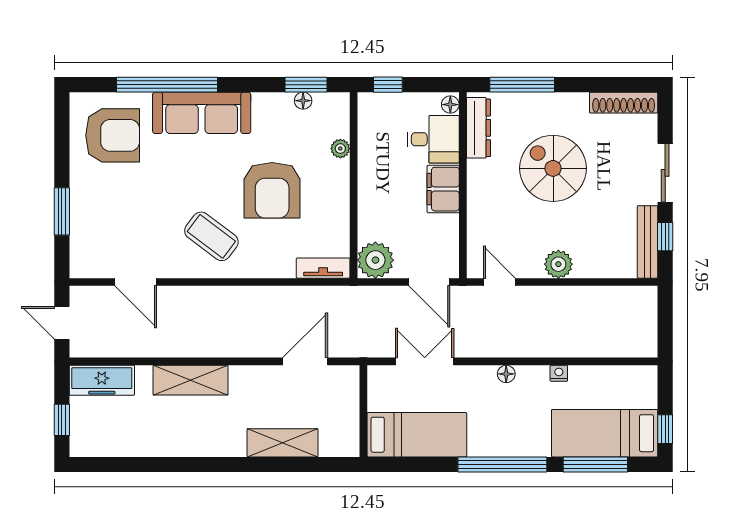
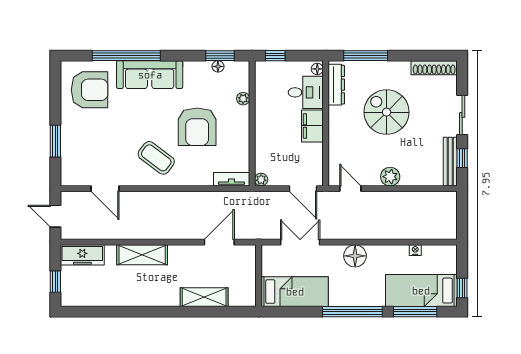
plant: (375, 260) -> (261, 180), width x0.53, depth x0.53
nightstand: (559, 373) -> (415, 250), moved
floor lamp: (506, 374) -> (355, 256), width x1.89, depth x1.89

